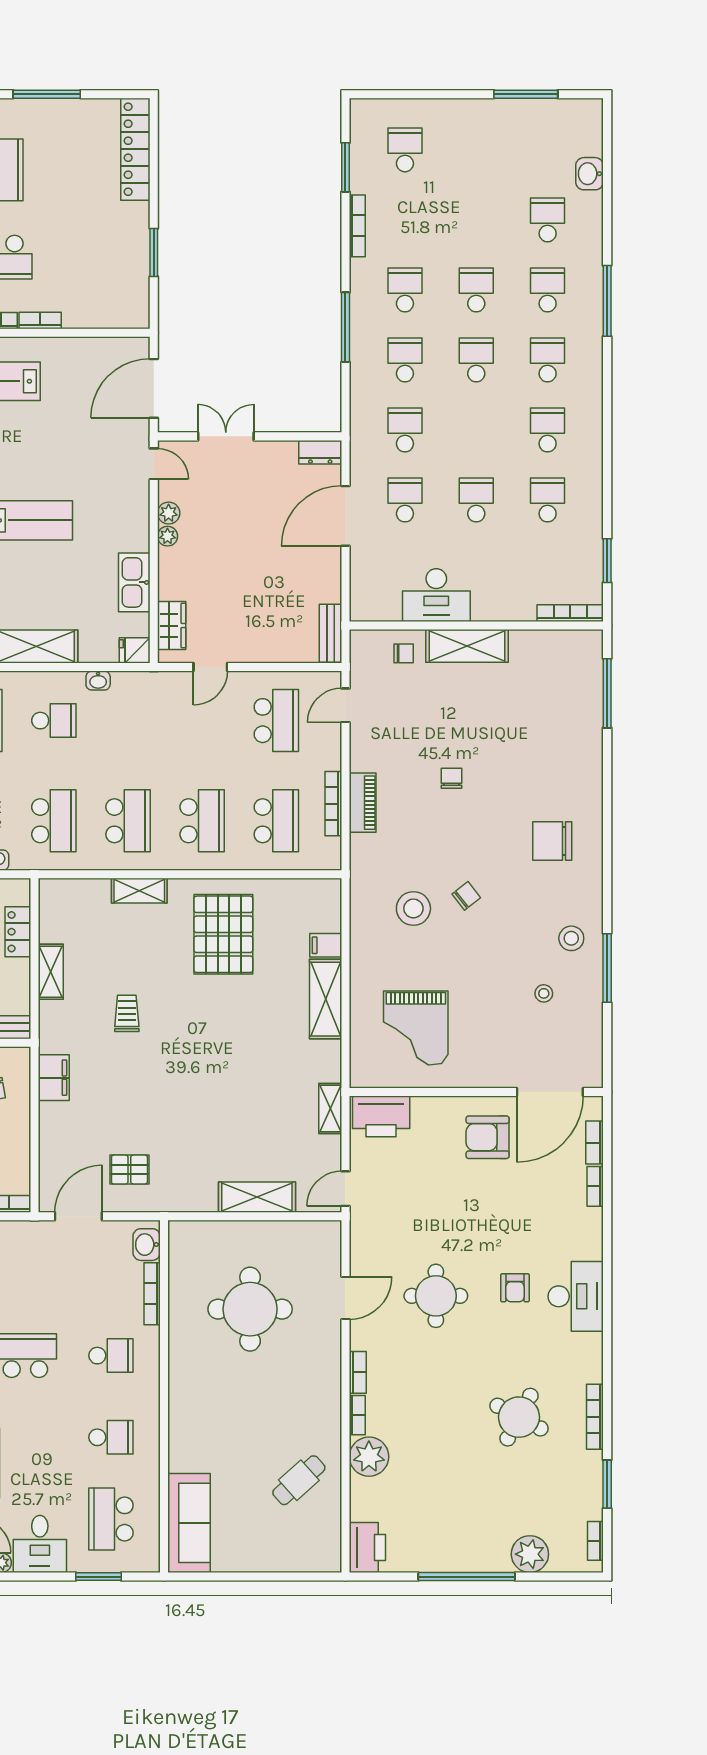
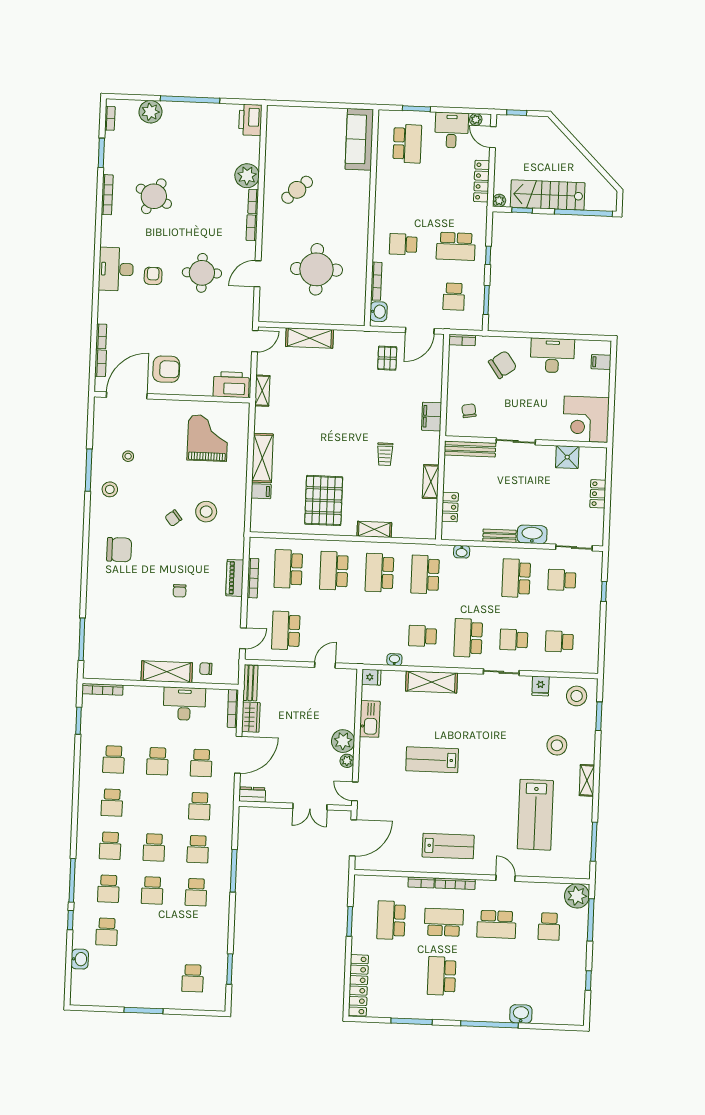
window: (526, 94) -> (143, 1011), moved
bookcase: (357, 226) -> (233, 708), moved
window: (607, 237) -> (70, 920), added
school desk: (86, 257) -> (391, 920), added
plant: (167, 536) -> (343, 741), width x1.87, depth x1.87
wardrobe: (172, 626) -> (251, 717), moved, turned 180
pallet: (129, 1170) -> (387, 358), turned 90
school desk: (111, 1437) -> (454, 297), moved, turned -90
cafe table: (299, 1480) -> (297, 190), moved

